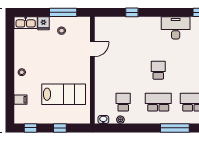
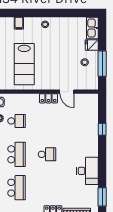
locker: (99, 69) -> (48, 98), added

